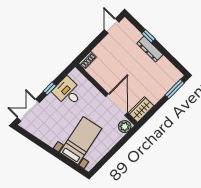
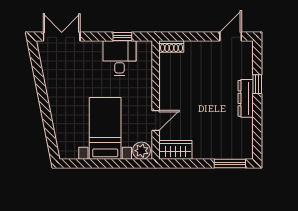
window: (50, 89) -> (122, 36), moved
door: (117, 105) -> (156, 121), width x0.53
bed with nightstands: (81, 141) -> (105, 128), moved, turned -79

